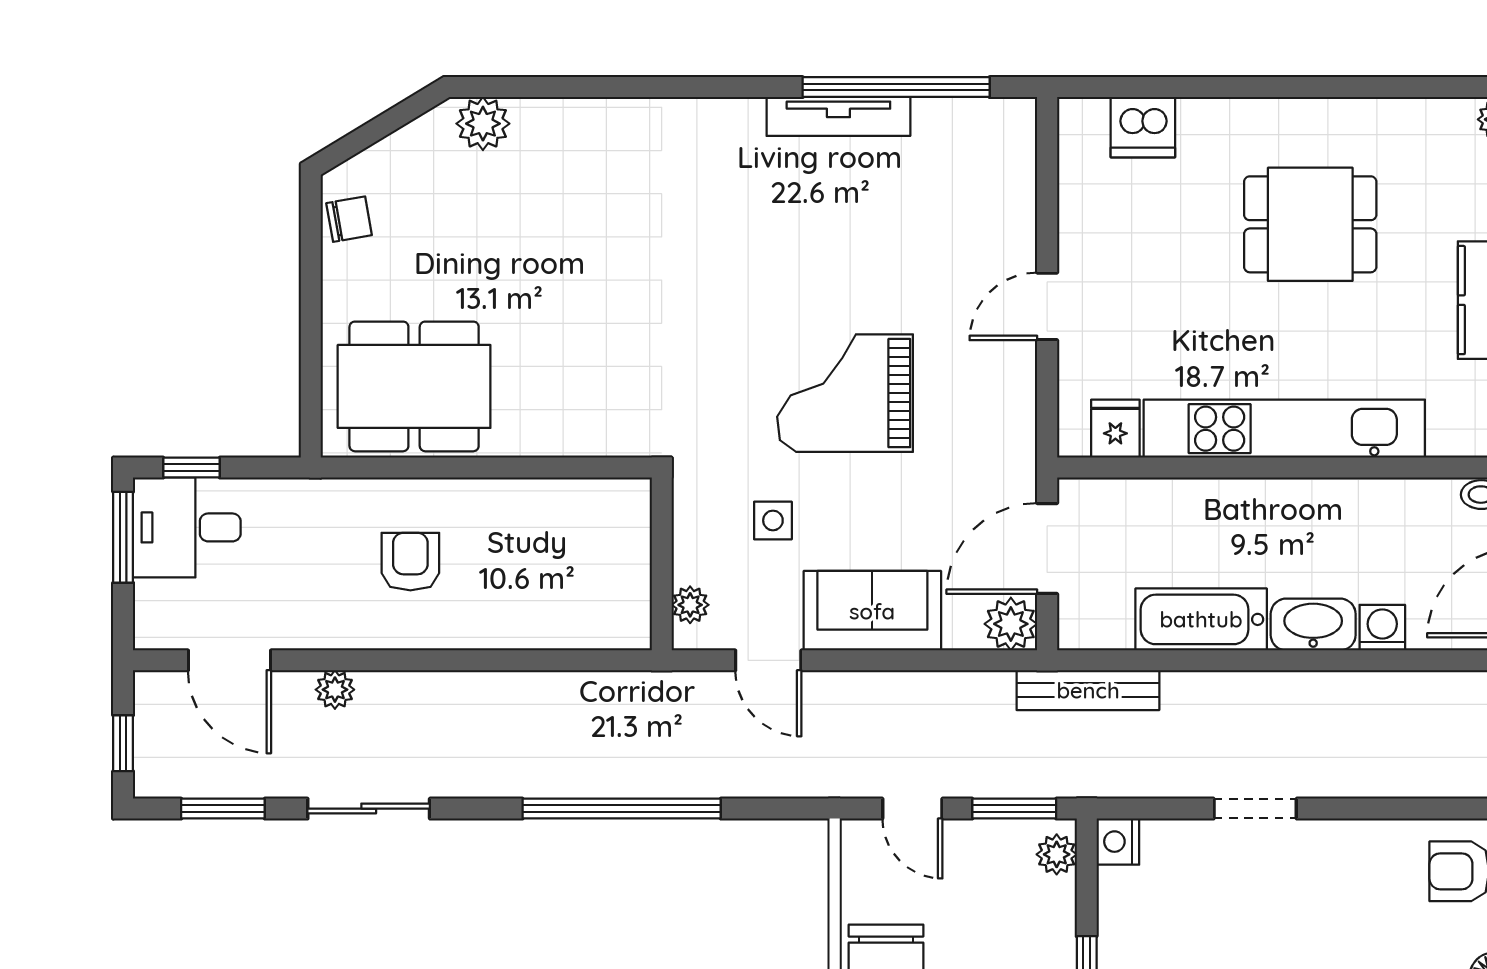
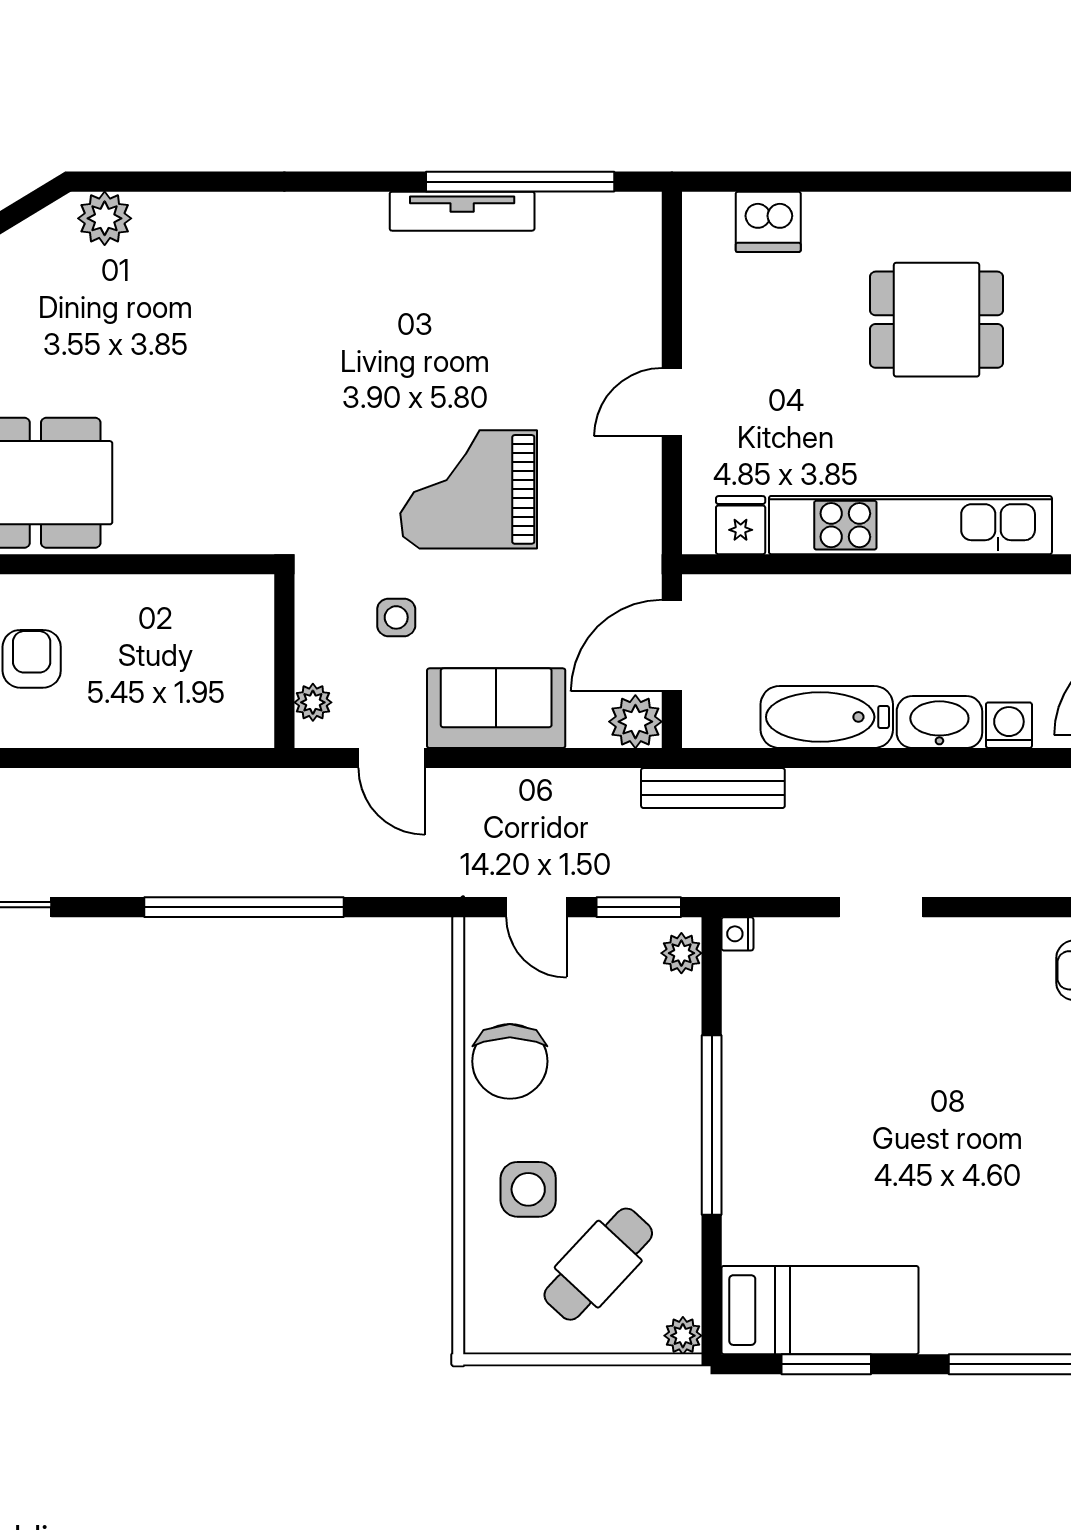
nightstand: (1118, 842) -> (737, 934), width x0.72, depth x0.74

